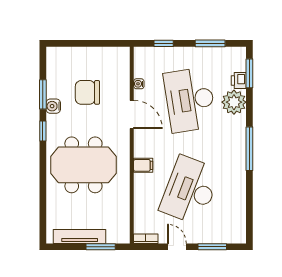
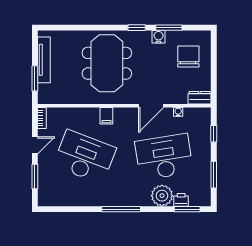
dresser: (123, 59) -> (200, 98), added
chair: (87, 92) -> (188, 57), moved

